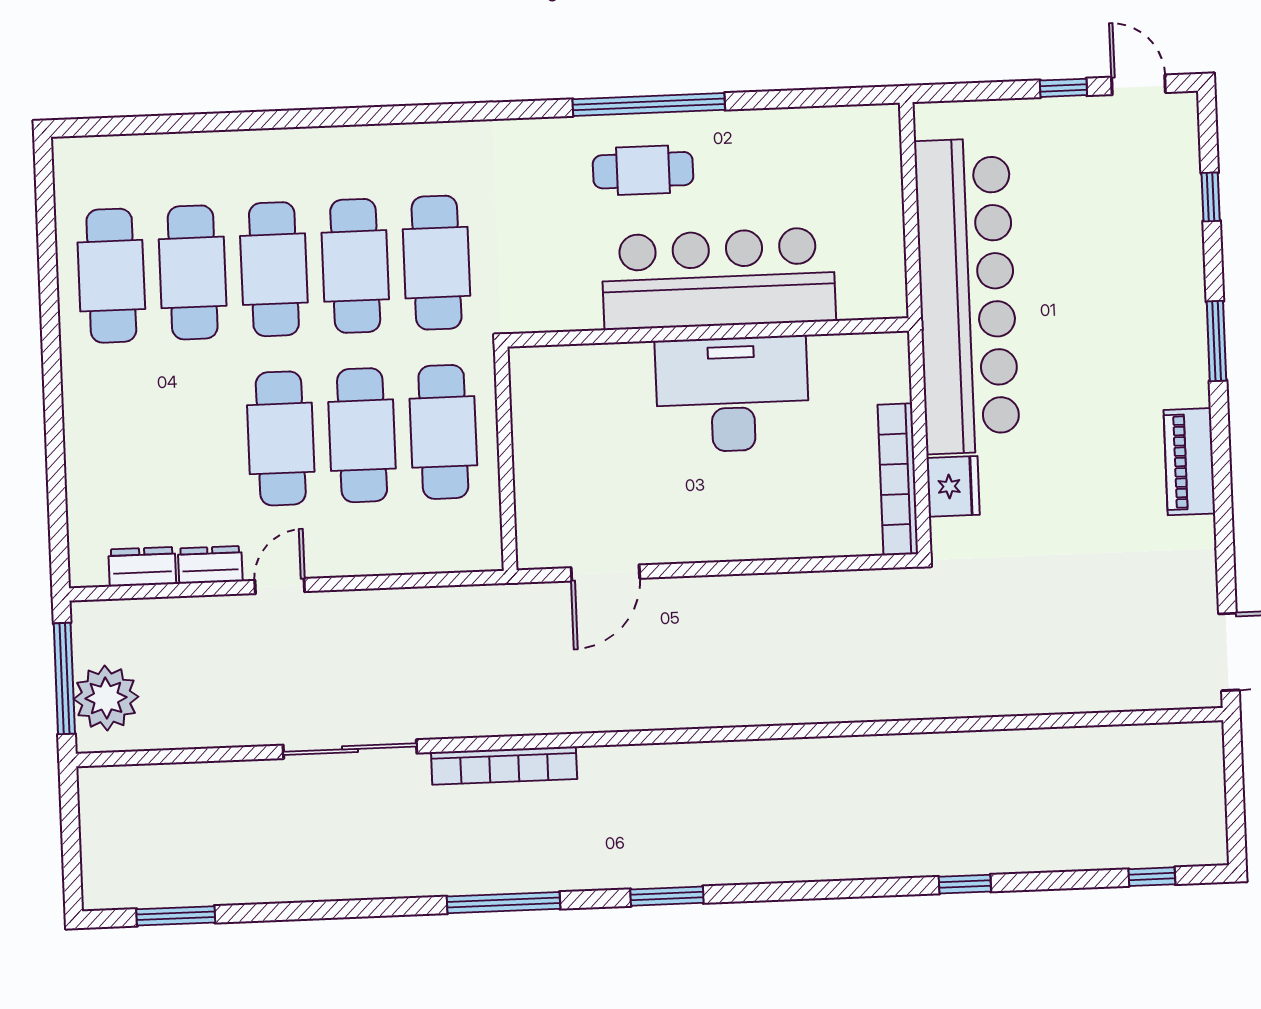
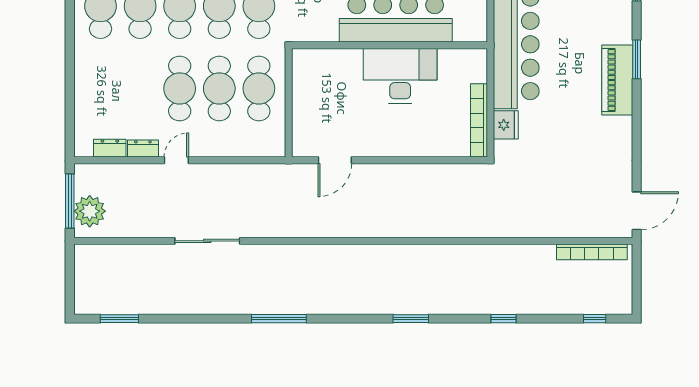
piano: (1189, 462) -> (617, 80), moved, width x1.37, depth x1.33
bookcase: (504, 766) -> (592, 252), moved
window: (667, 896) -> (411, 319), moved

